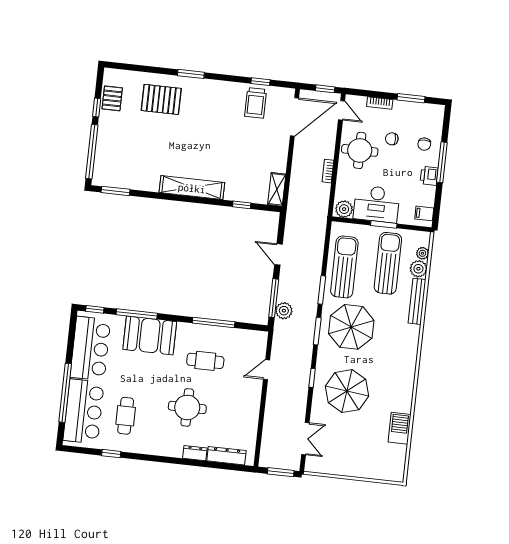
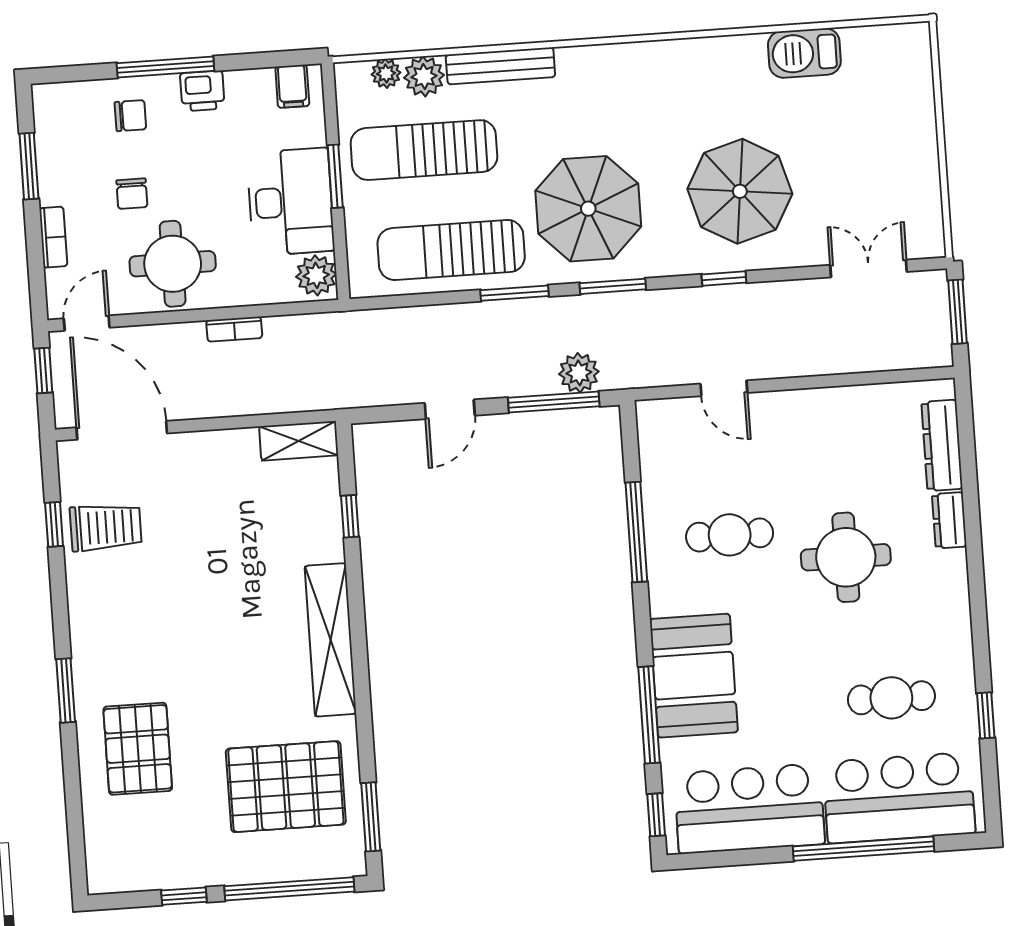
pallet: (112, 98) -> (286, 787), moved, width x2.05, depth x2.00
cafe table: (205, 361) -> (730, 535), turned 90

